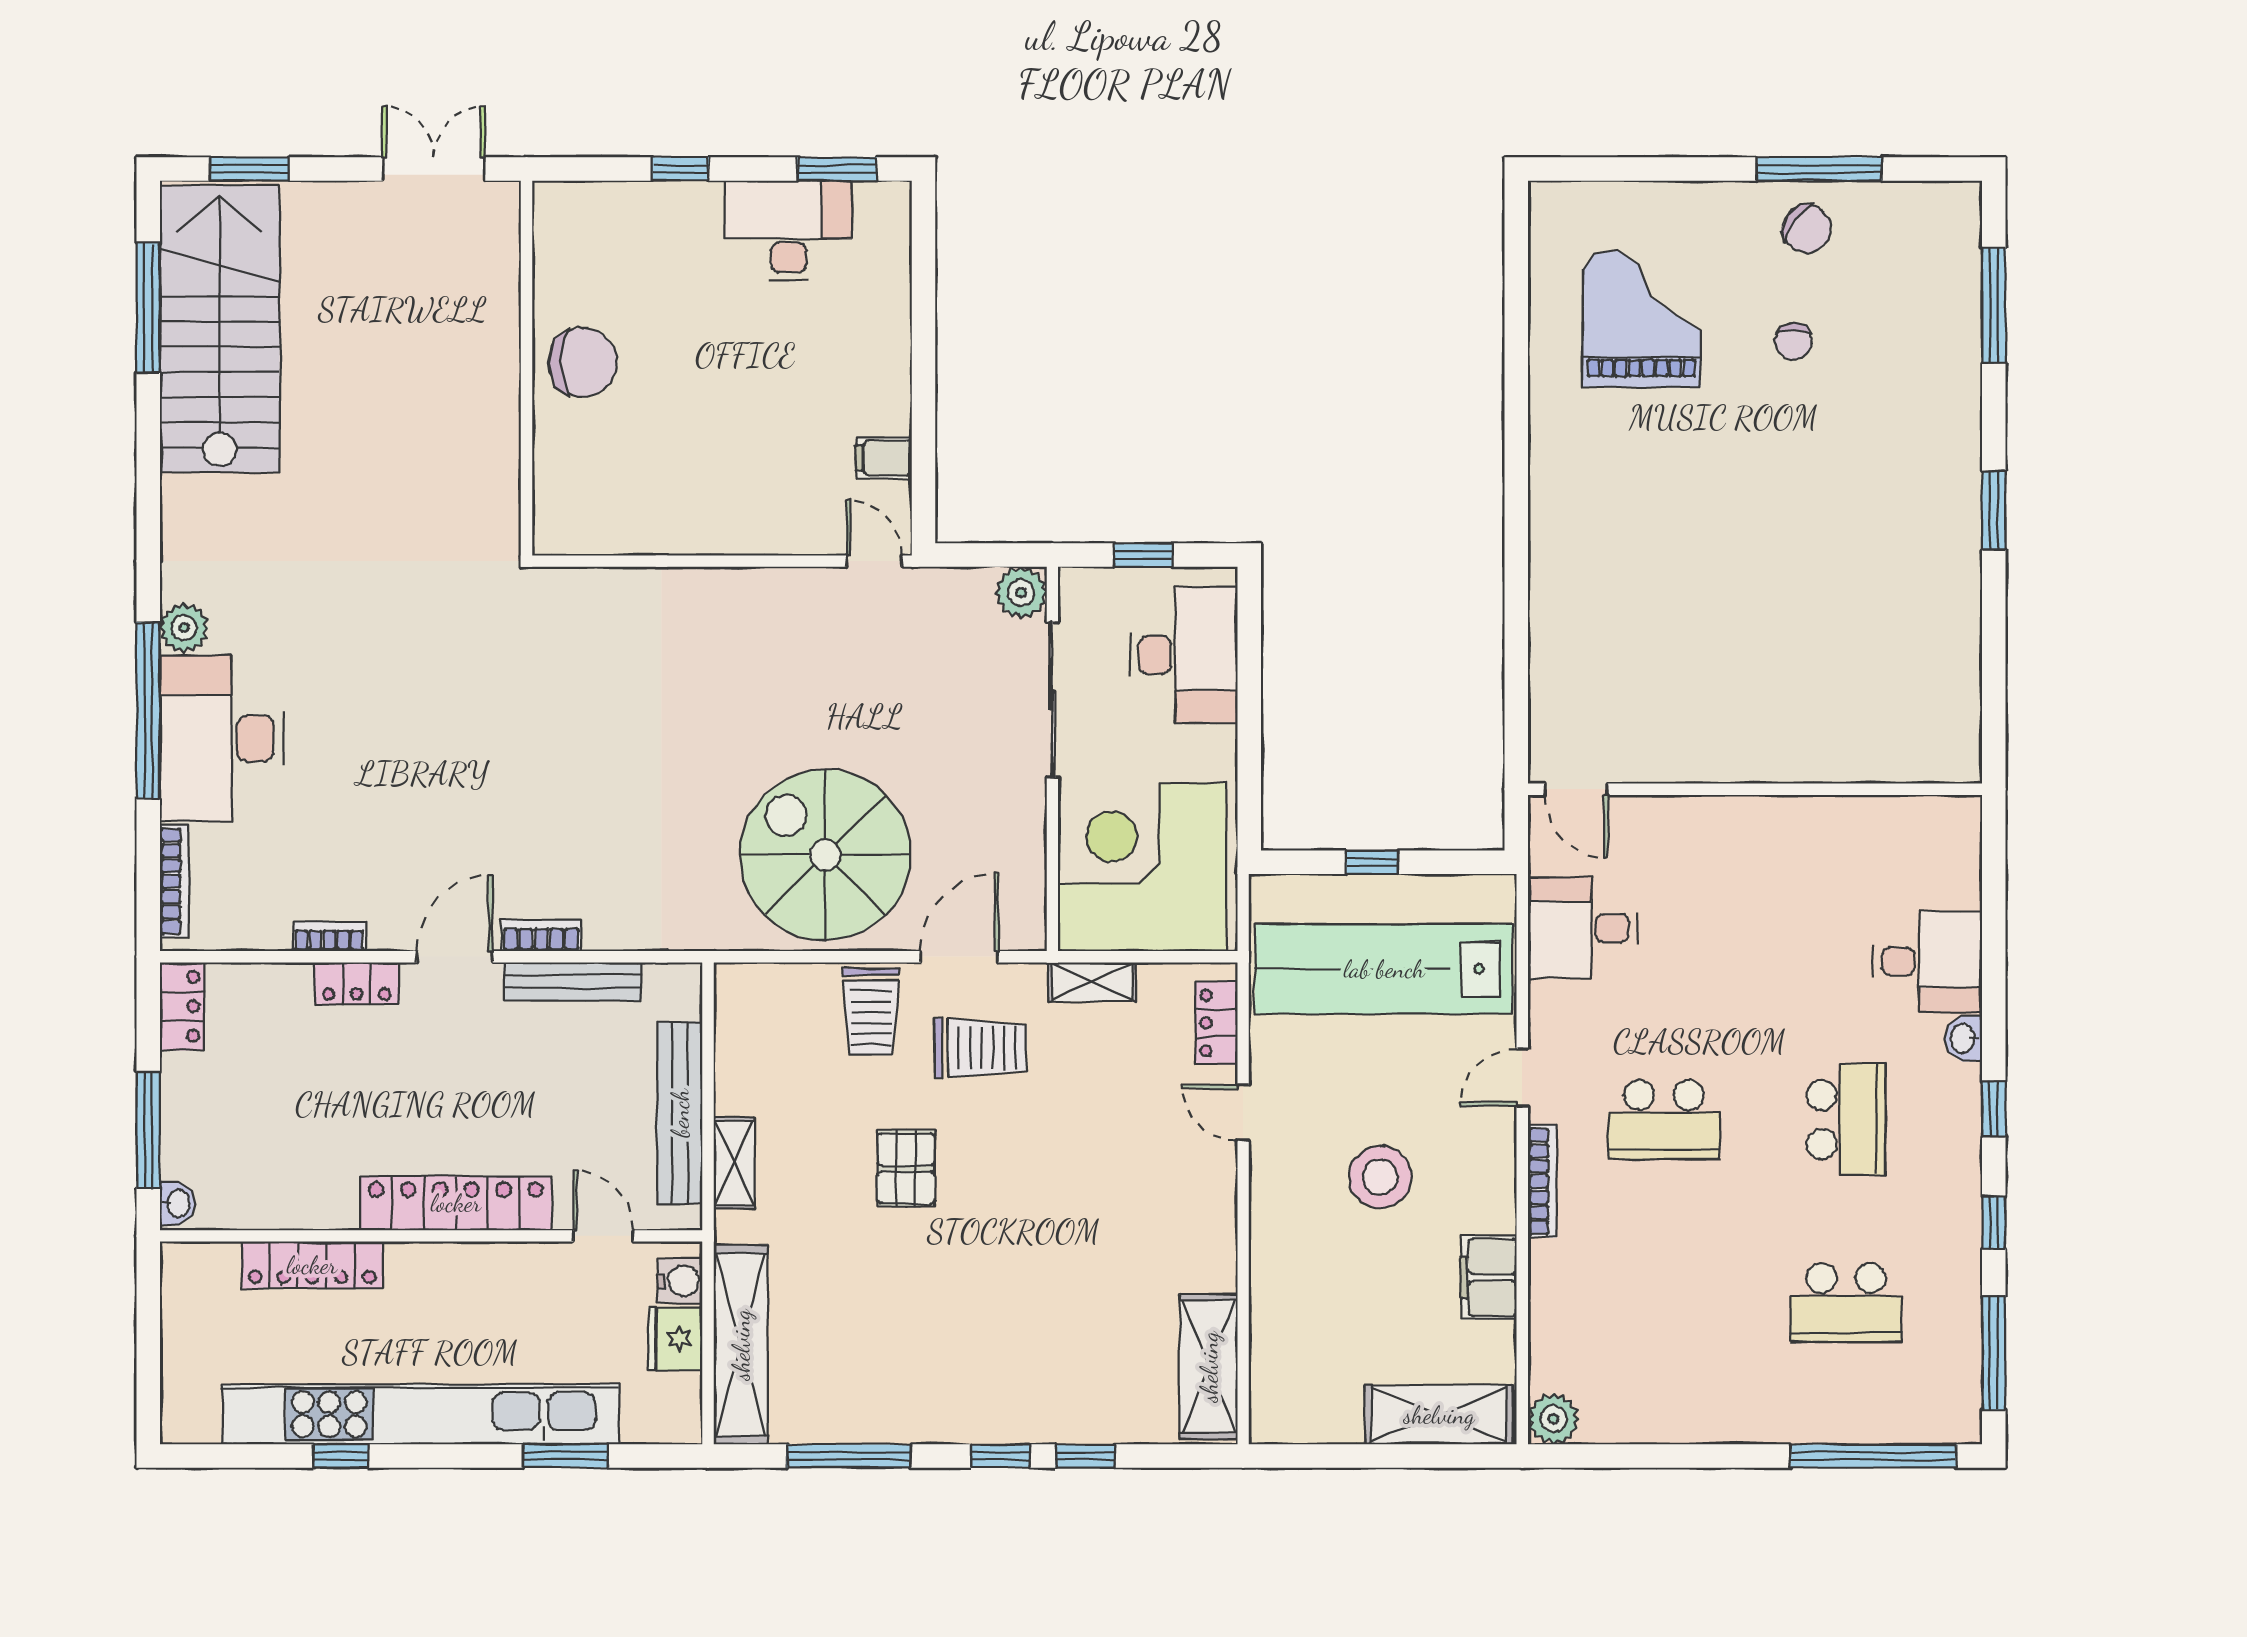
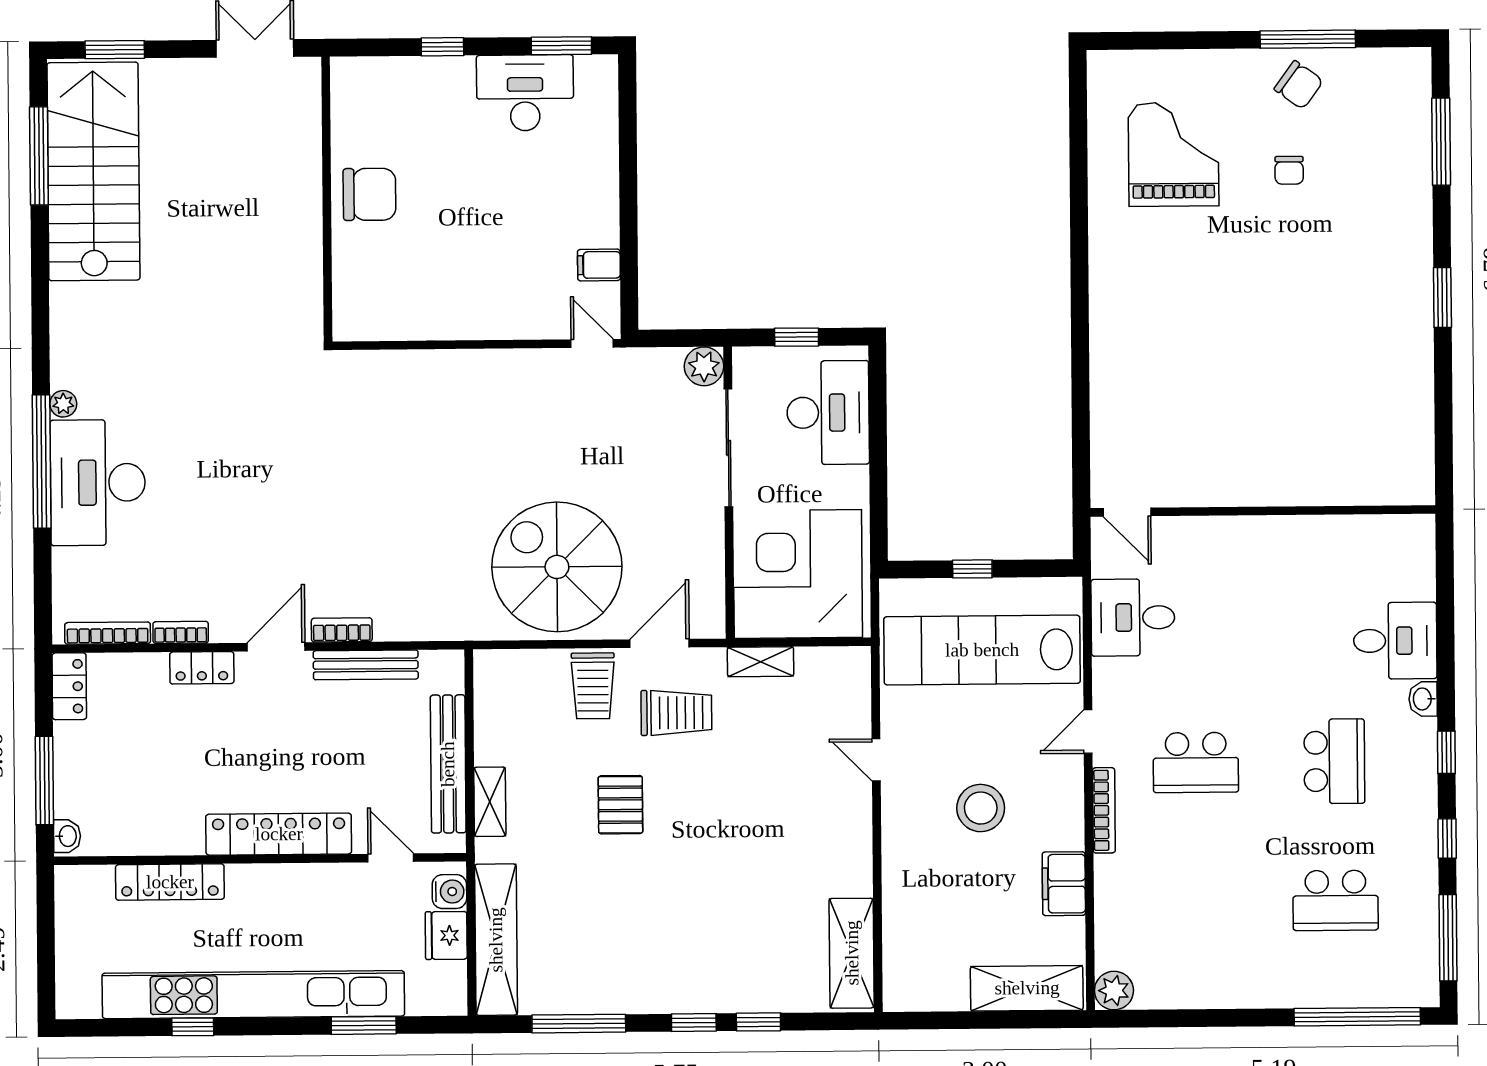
plant: (184, 628) -> (63, 404), width x0.73, depth x0.73
bookcase: (174, 881) -> (108, 633), moved, turned -90
locker: (1217, 1023) -> (855, 692), removed

